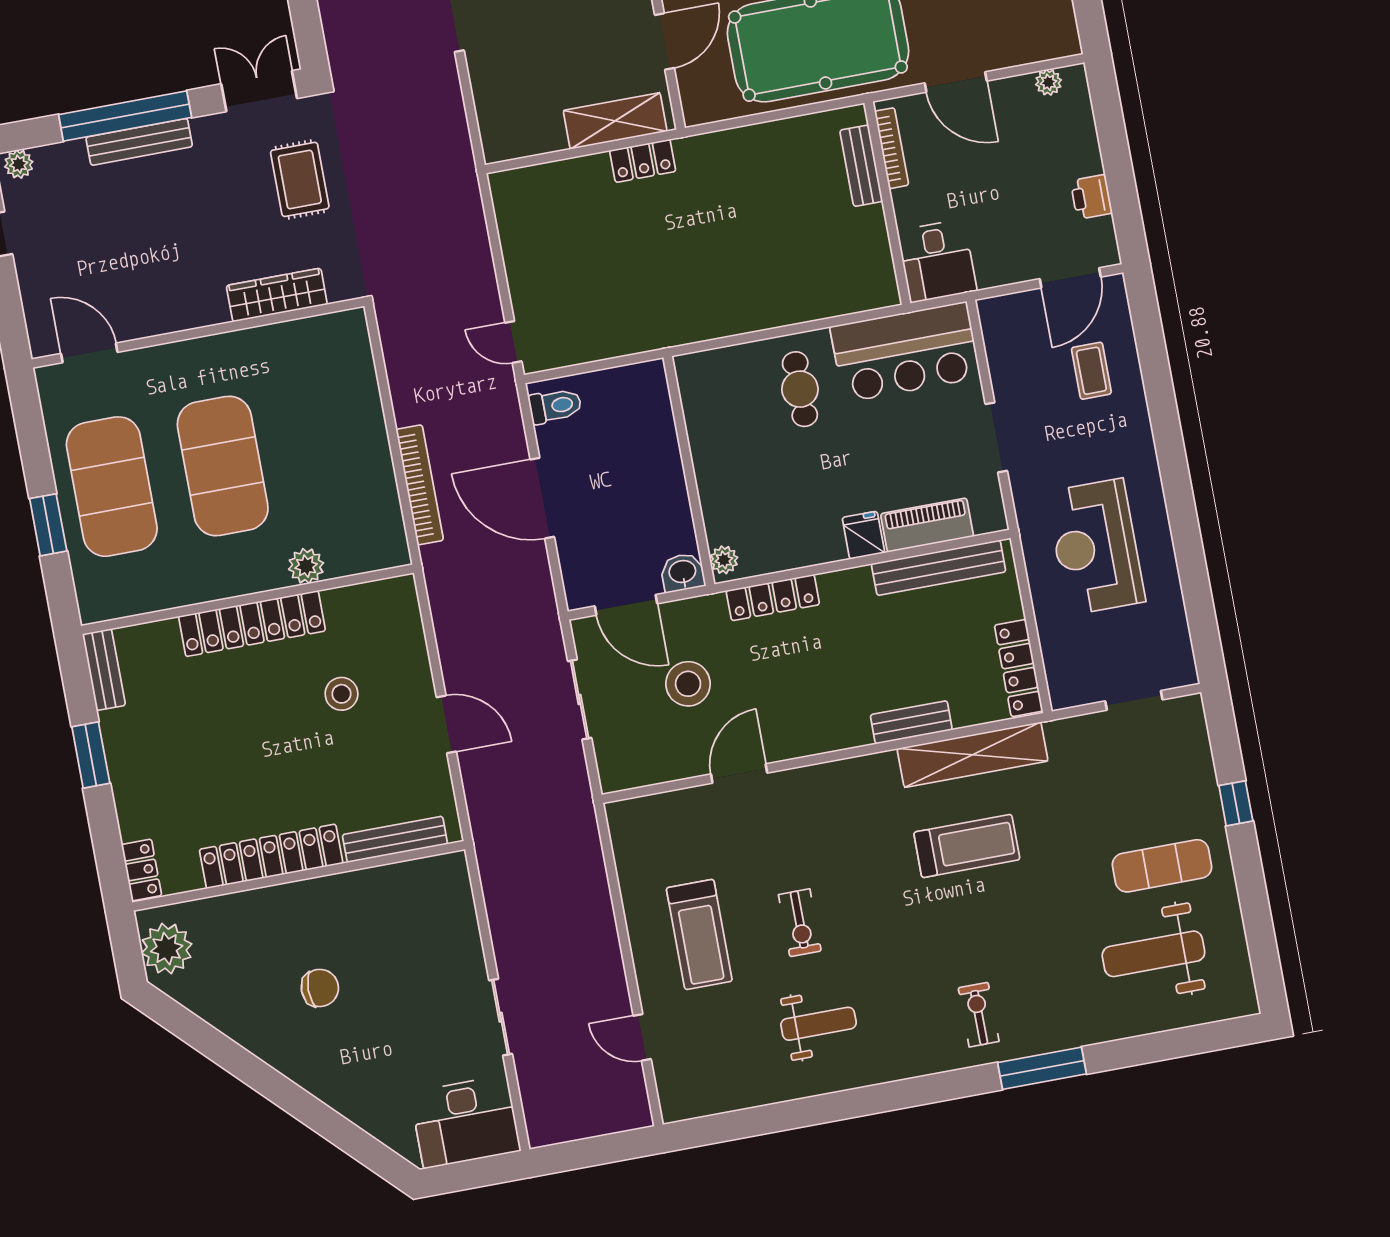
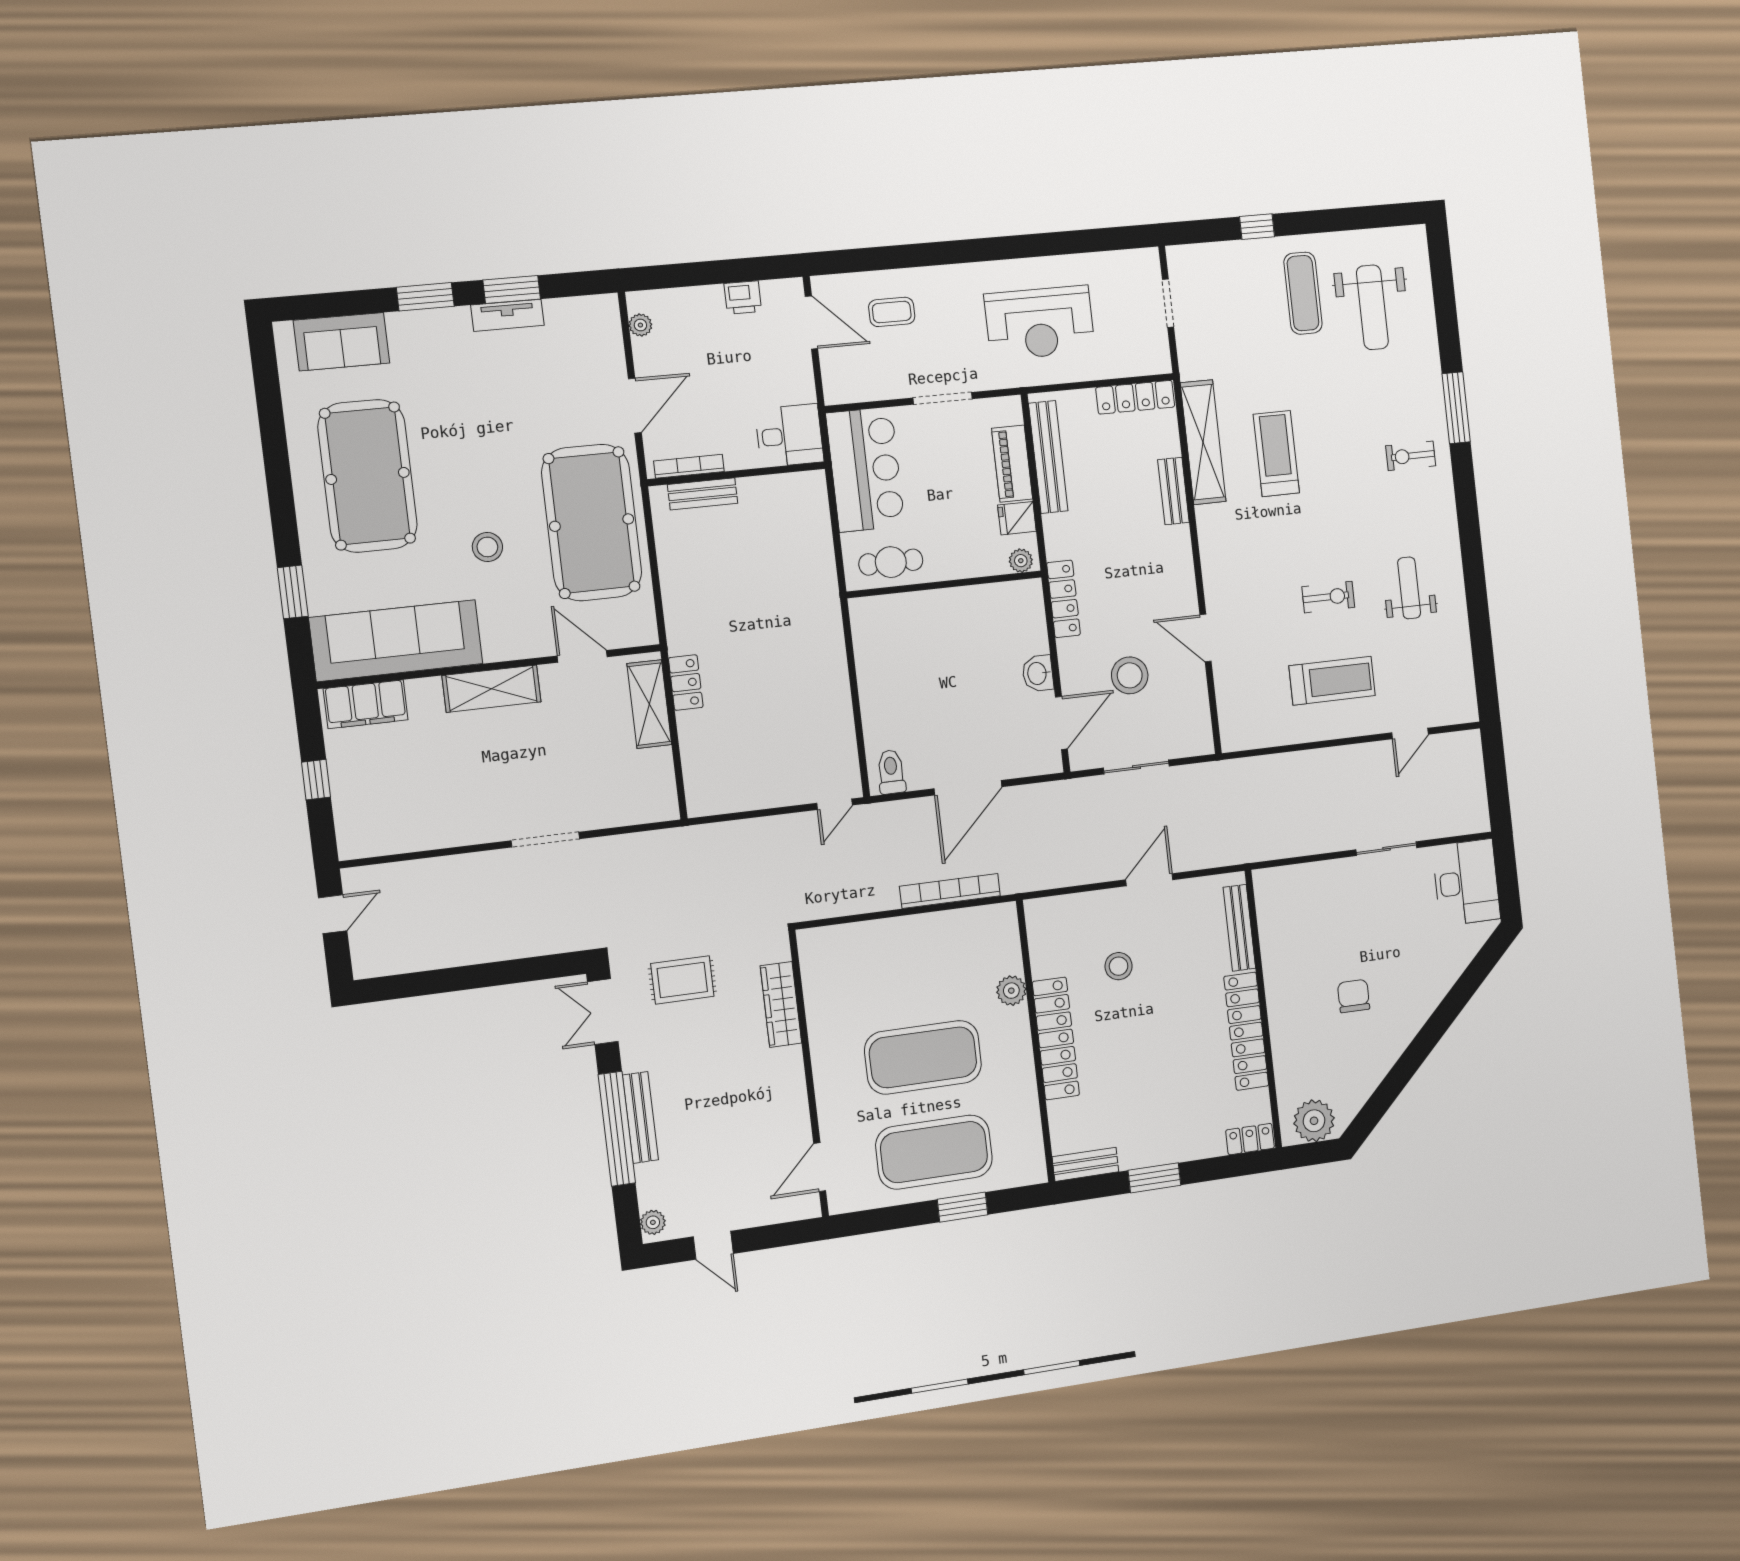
wall: (689, 471) -> (945, 584), moved
plant: (724, 560) -> (1021, 561), moved

